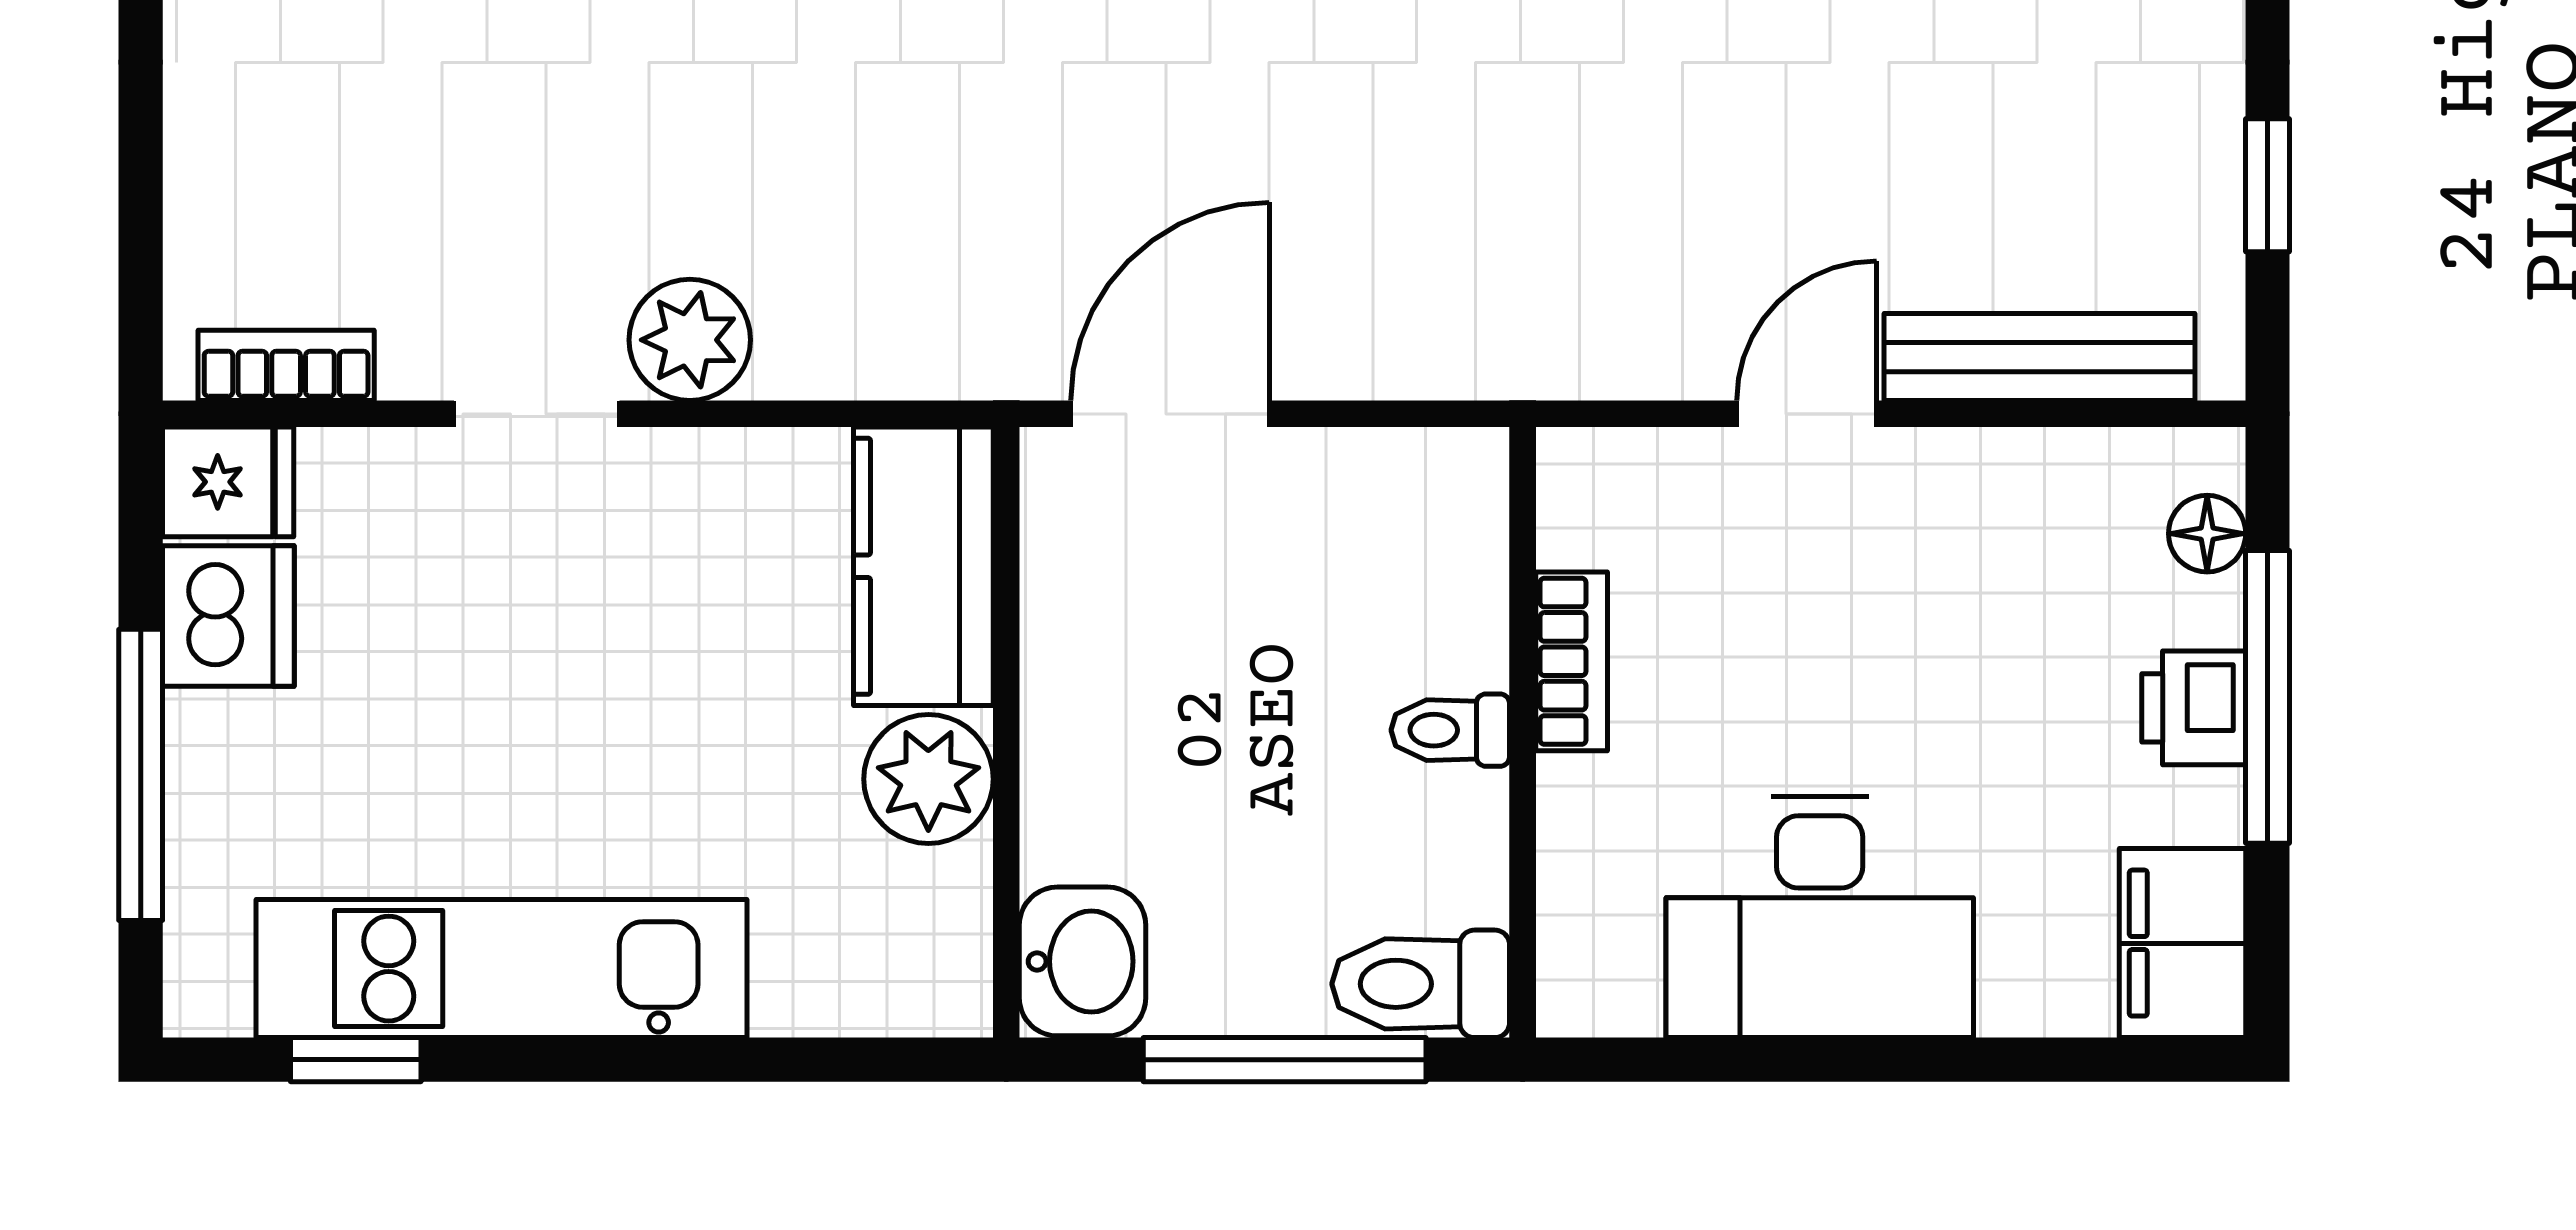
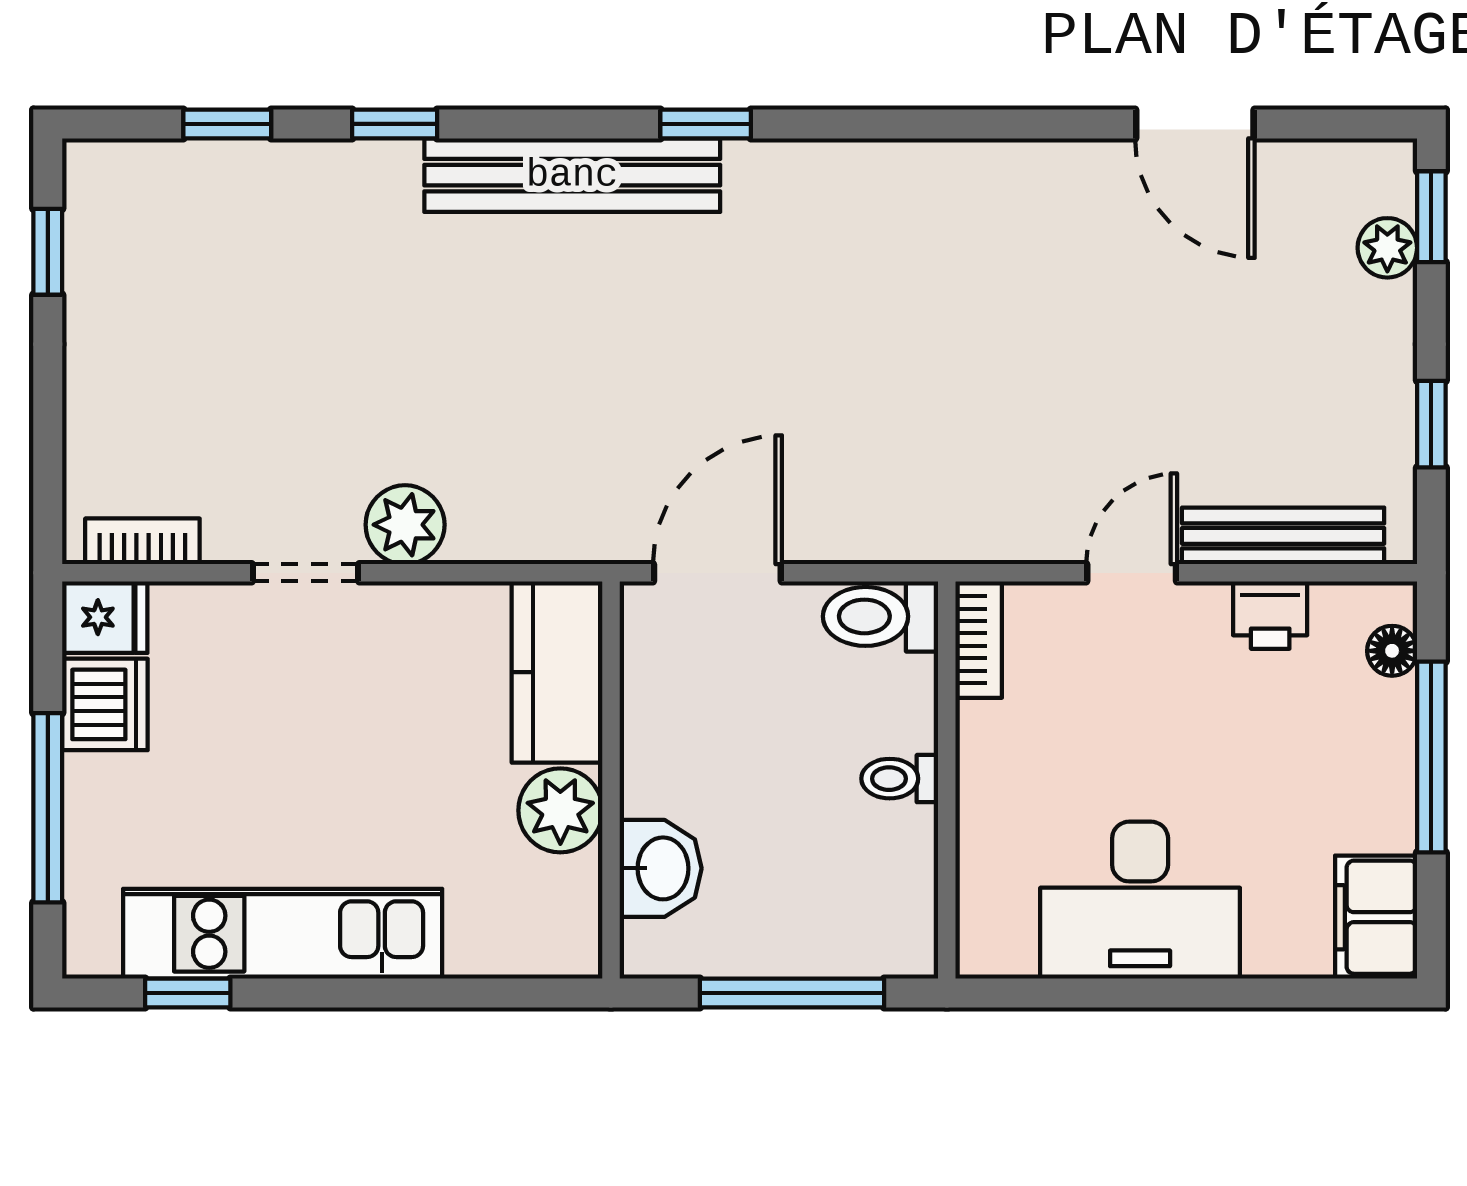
bookcase: (1572, 661) -> (979, 640), moved
printer: (2194, 708) -> (1270, 615), moved, turned -90
washbasin: (1083, 961) -> (661, 868), moved
toilet: (1421, 984) -> (881, 616), moved

